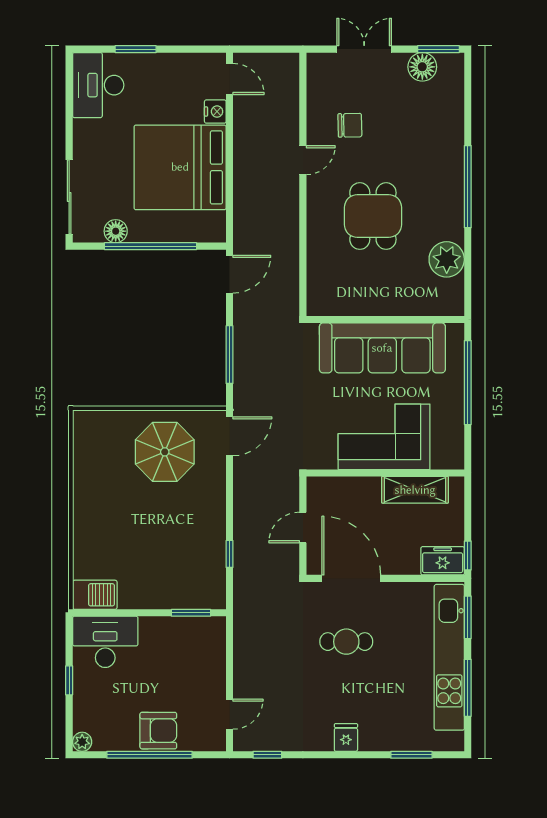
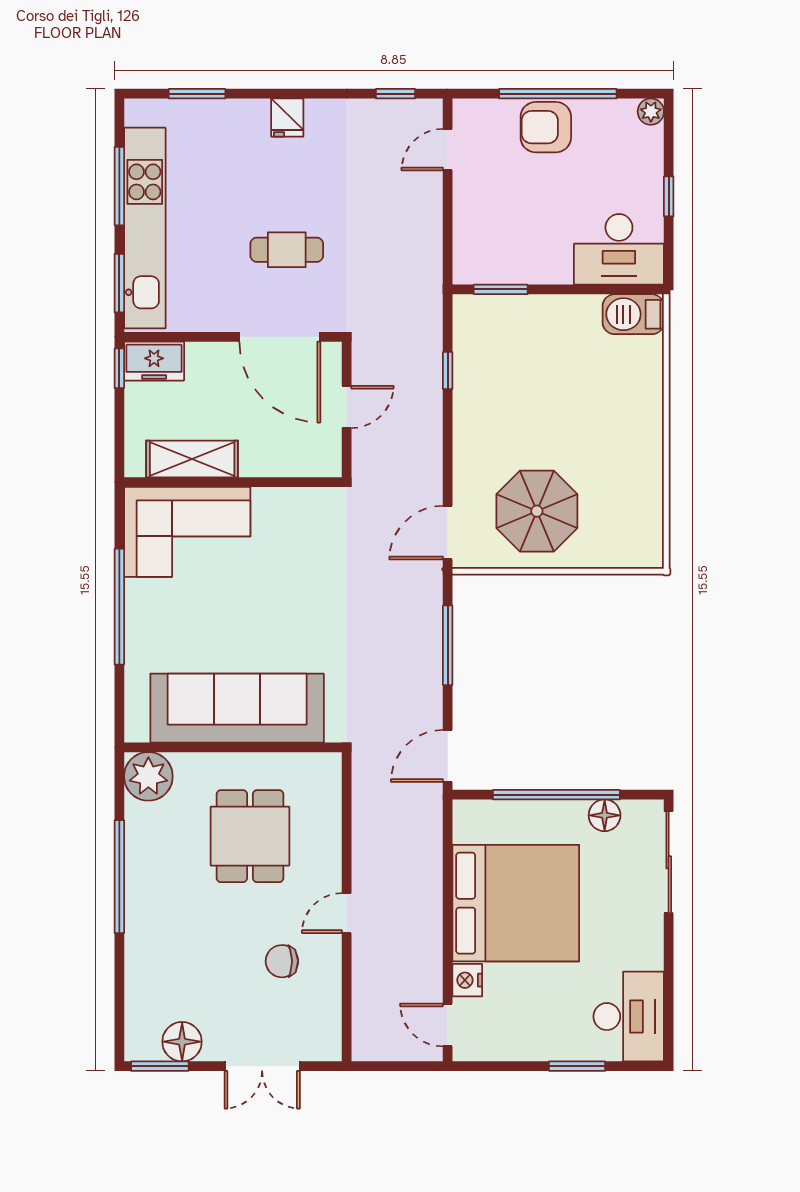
wall: (385, 319) -> (233, 747), moved
sofa: (382, 348) -> (237, 708), moved
corner sofa: (384, 437) -> (187, 532), moved

